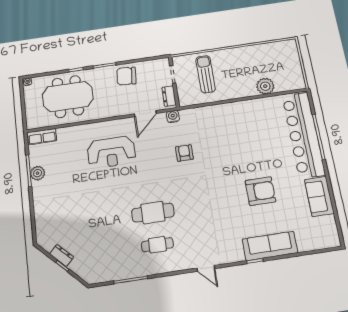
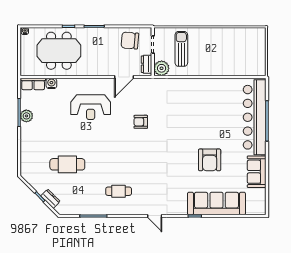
chair: (126, 76) -> (130, 40), moved
plant: (265, 86) -> (162, 68), moved
water cooler: (173, 116) -> (51, 83), moved
armchair: (184, 153) -> (141, 122), moved, turned -90
armchair: (260, 191) -> (210, 160), turned 90
cafe table: (153, 213) -> (67, 164), moved
sofa: (270, 246) -> (216, 204), width x1.36, depth x1.27
dresser: (62, 255) -> (50, 199), moved

